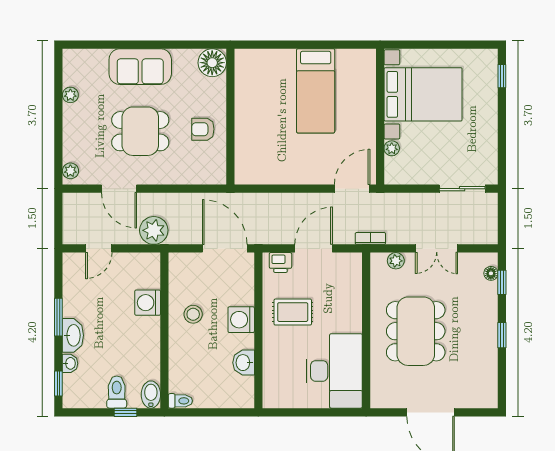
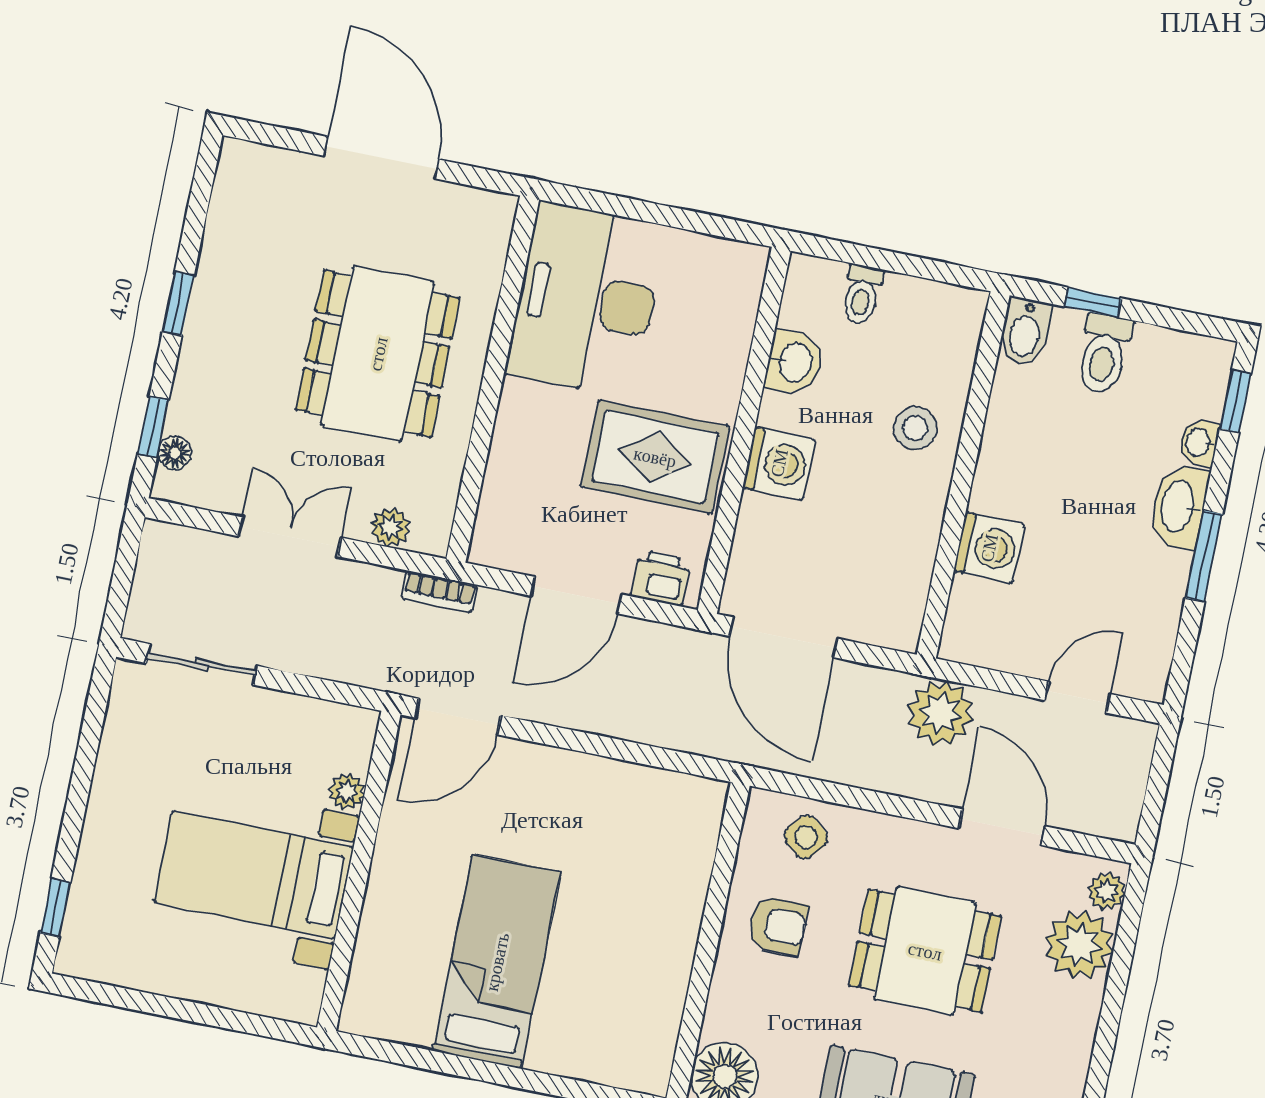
bed with nightstands: (423, 94) -> (254, 875), width x0.73
plant: (70, 95) -> (1079, 945), moved, width x1.88, depth x1.88
side table: (199, 168) -> (806, 837), added
rug: (293, 312) -> (655, 457), width x1.36, depth x1.43
stool: (193, 314) -> (915, 428), moved
toilet: (180, 401) -> (862, 294), moved, turned -90

